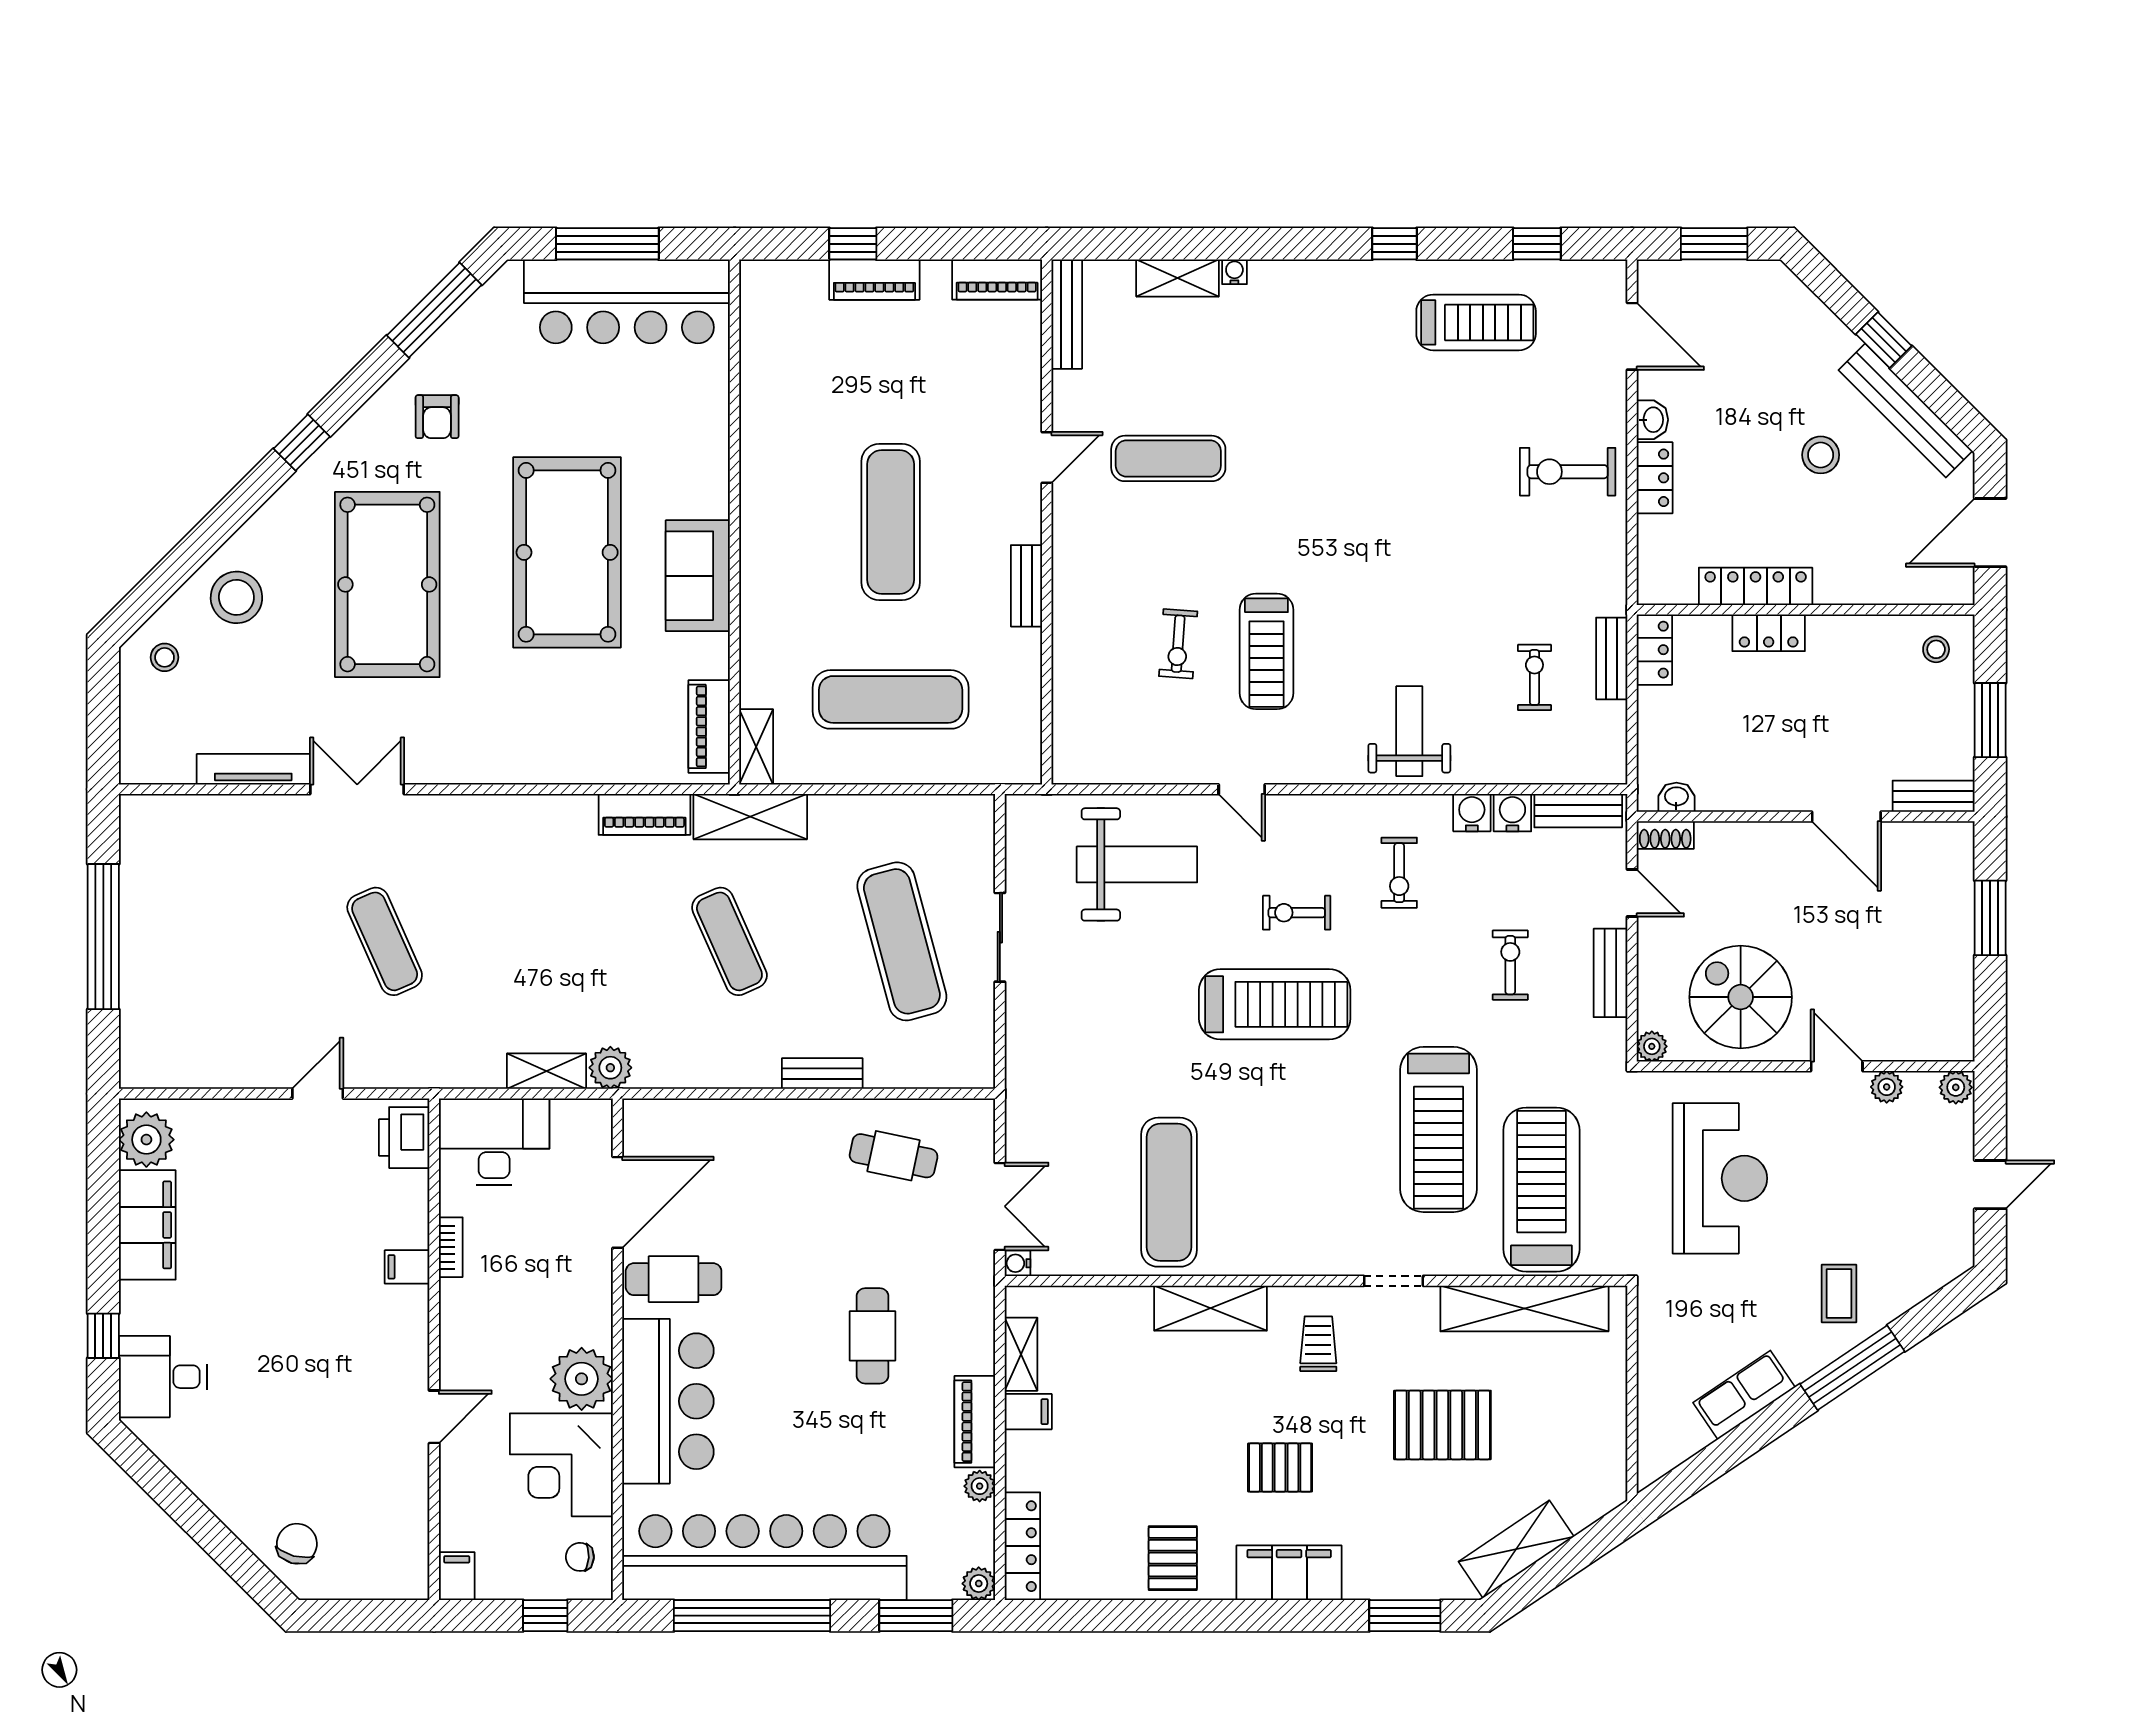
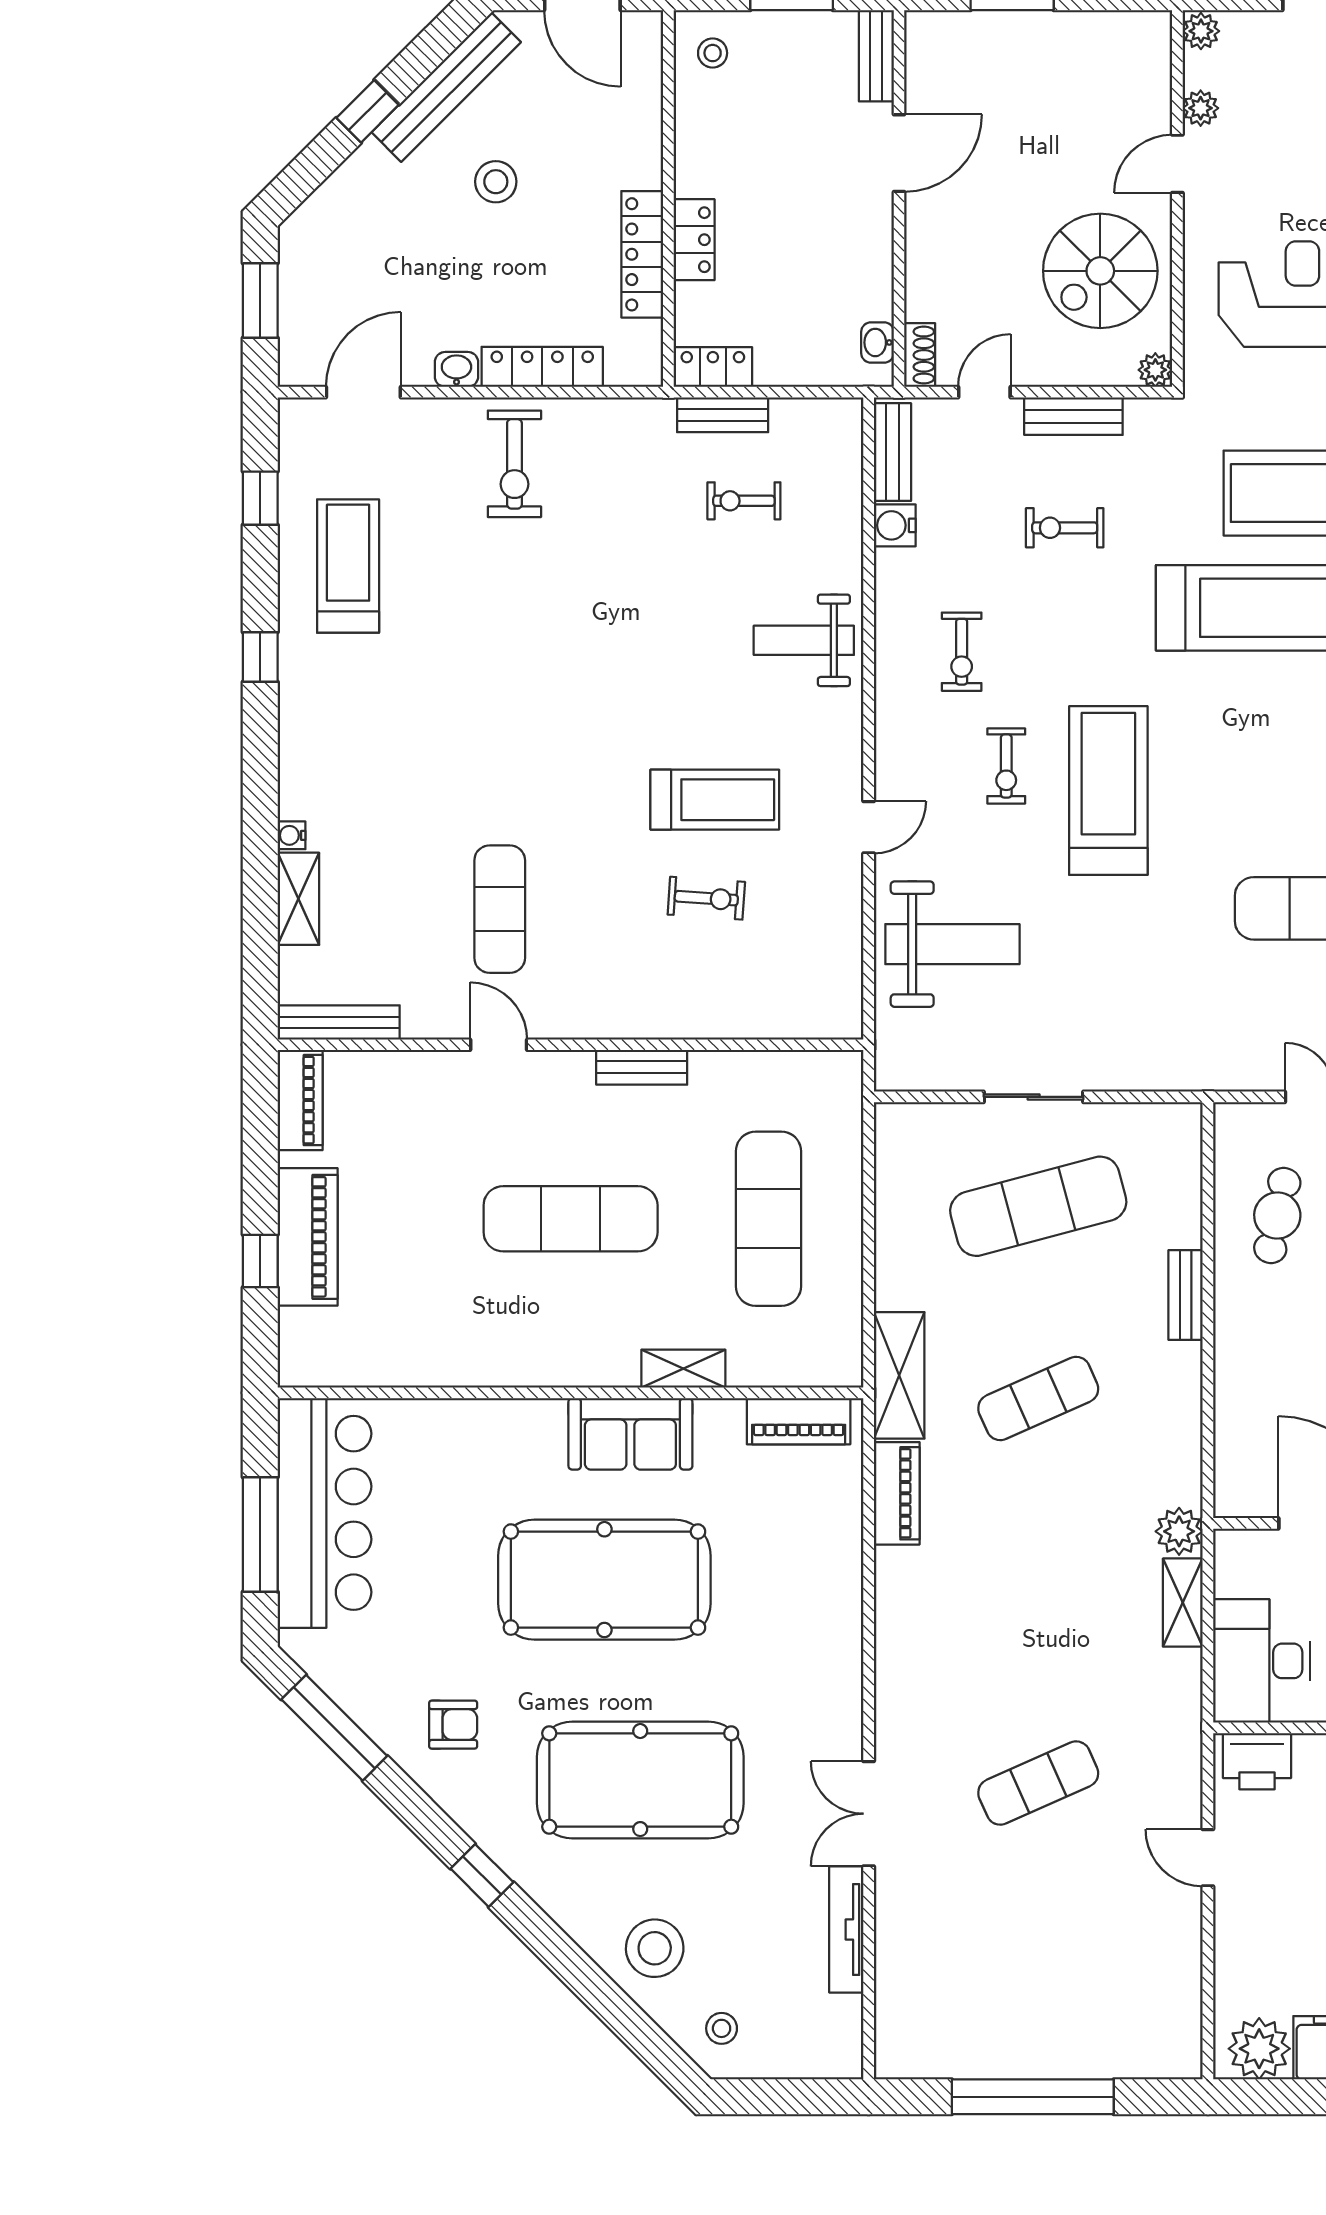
piano: (874, 280) -> (308, 1237), width x1.37, depth x1.33
locker: (1655, 478) -> (542, 367), width x1.53
shelving: (756, 747) -> (683, 1369), moved
water cooler: (1472, 813) -> (895, 571), removed
weight bench: (1137, 864) -> (952, 944), turned 90
exercise bike: (1399, 873) -> (962, 652), turned 90

